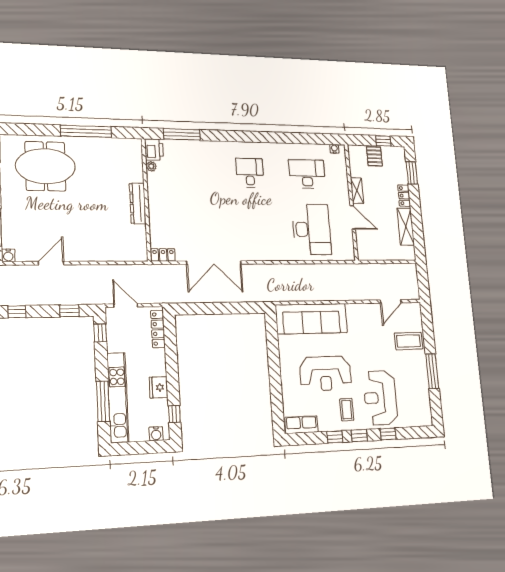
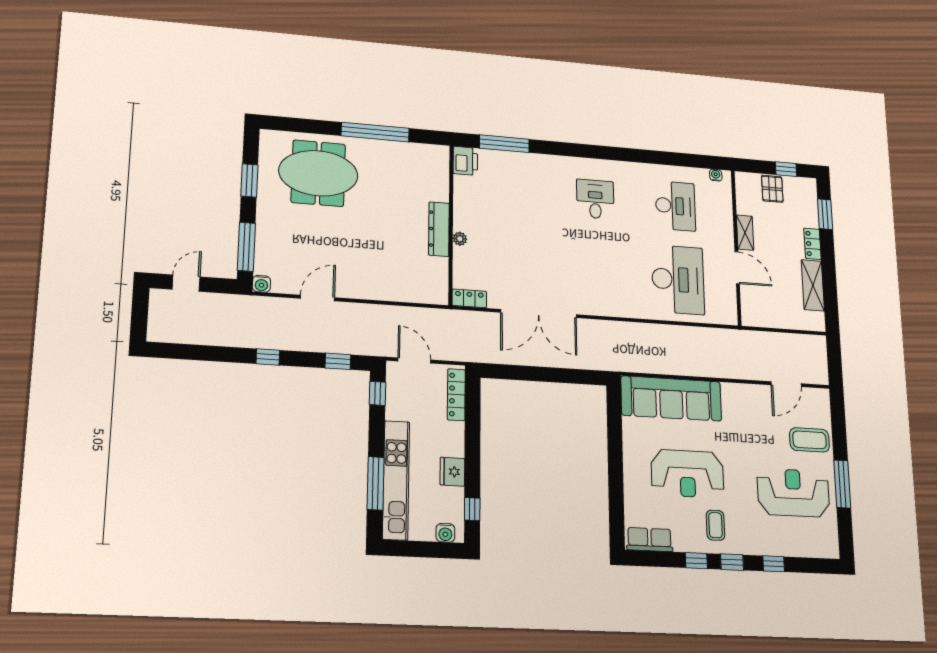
plant: (151, 166) -> (460, 239), moved
desk: (307, 174) -> (675, 206), turned 90
reception desk: (380, 398) -> (793, 493), moved, turned 90

